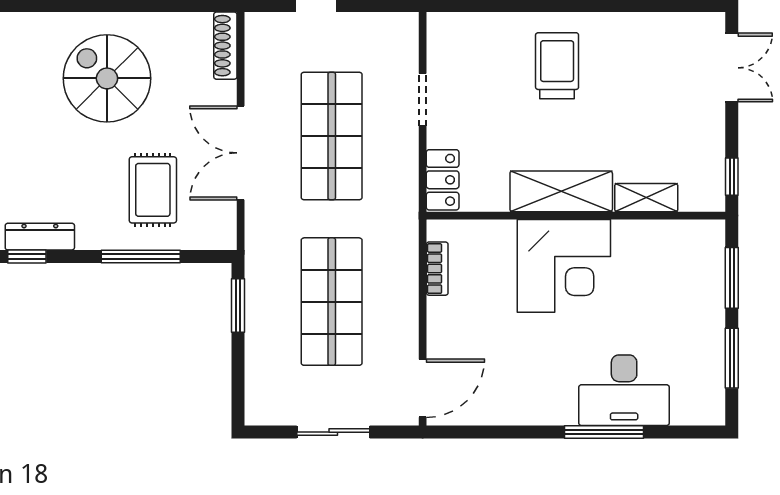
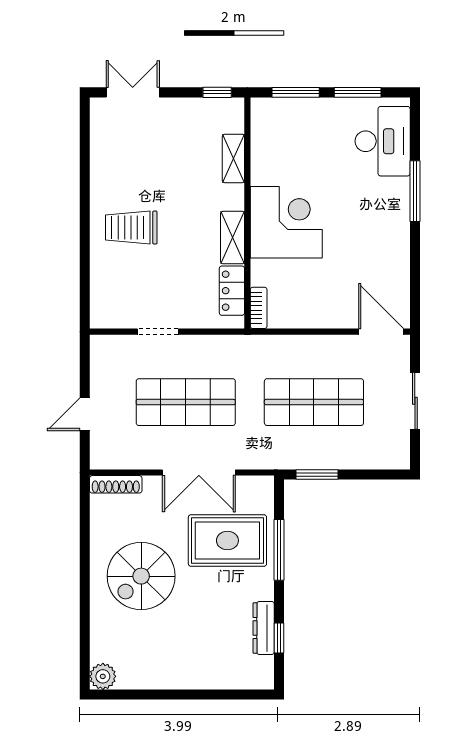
locker: (443, 180) -> (232, 291), moved, turned -90
rug: (153, 190) -> (227, 541), width x1.36, depth x1.43
shelving: (561, 191) -> (233, 238), width x0.67, depth x0.75
bookcase: (437, 269) -> (259, 308), moved, turned 90
desk: (624, 390) -> (383, 141), moved

